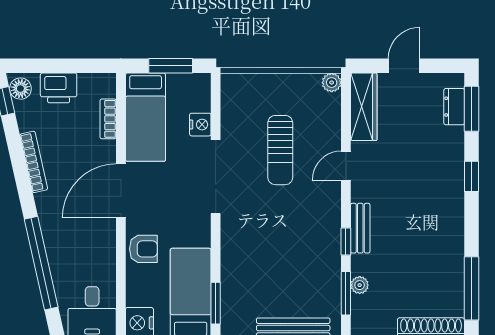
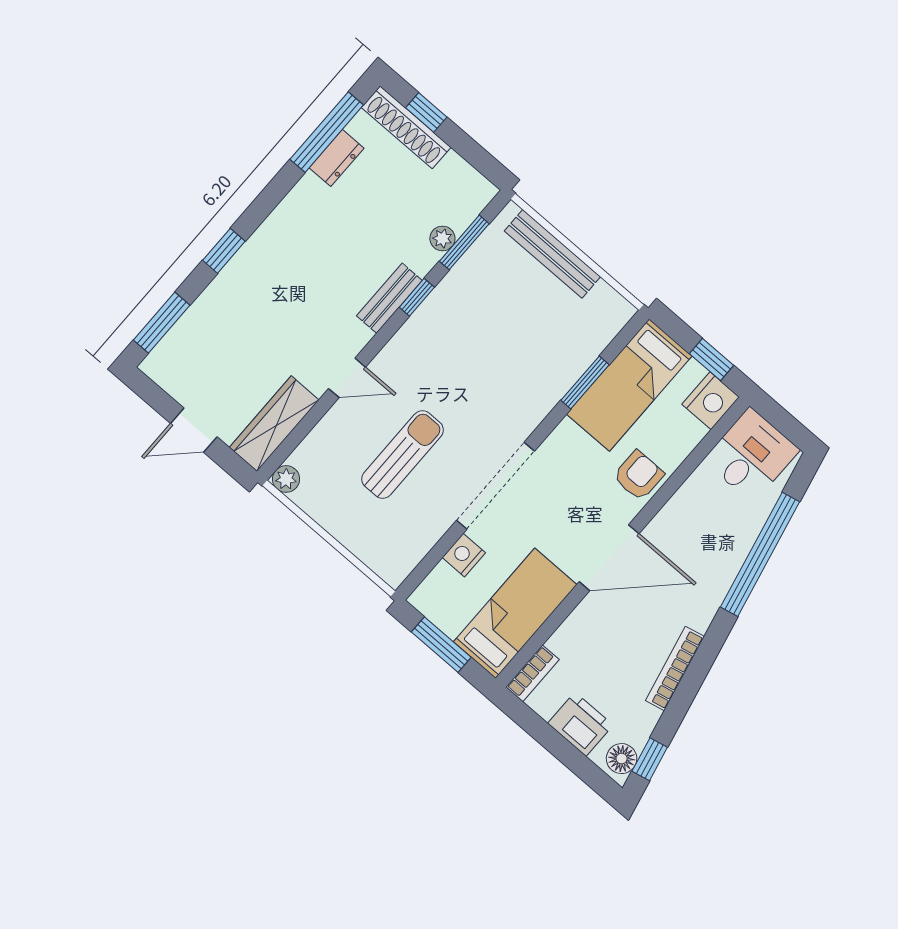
dresser: (454, 107) -> (337, 158), moved
bookcase: (108, 119) -> (533, 673), moved
armchair: (143, 249) -> (639, 475), turned 90
window: (216, 303) -> (585, 382), moved

